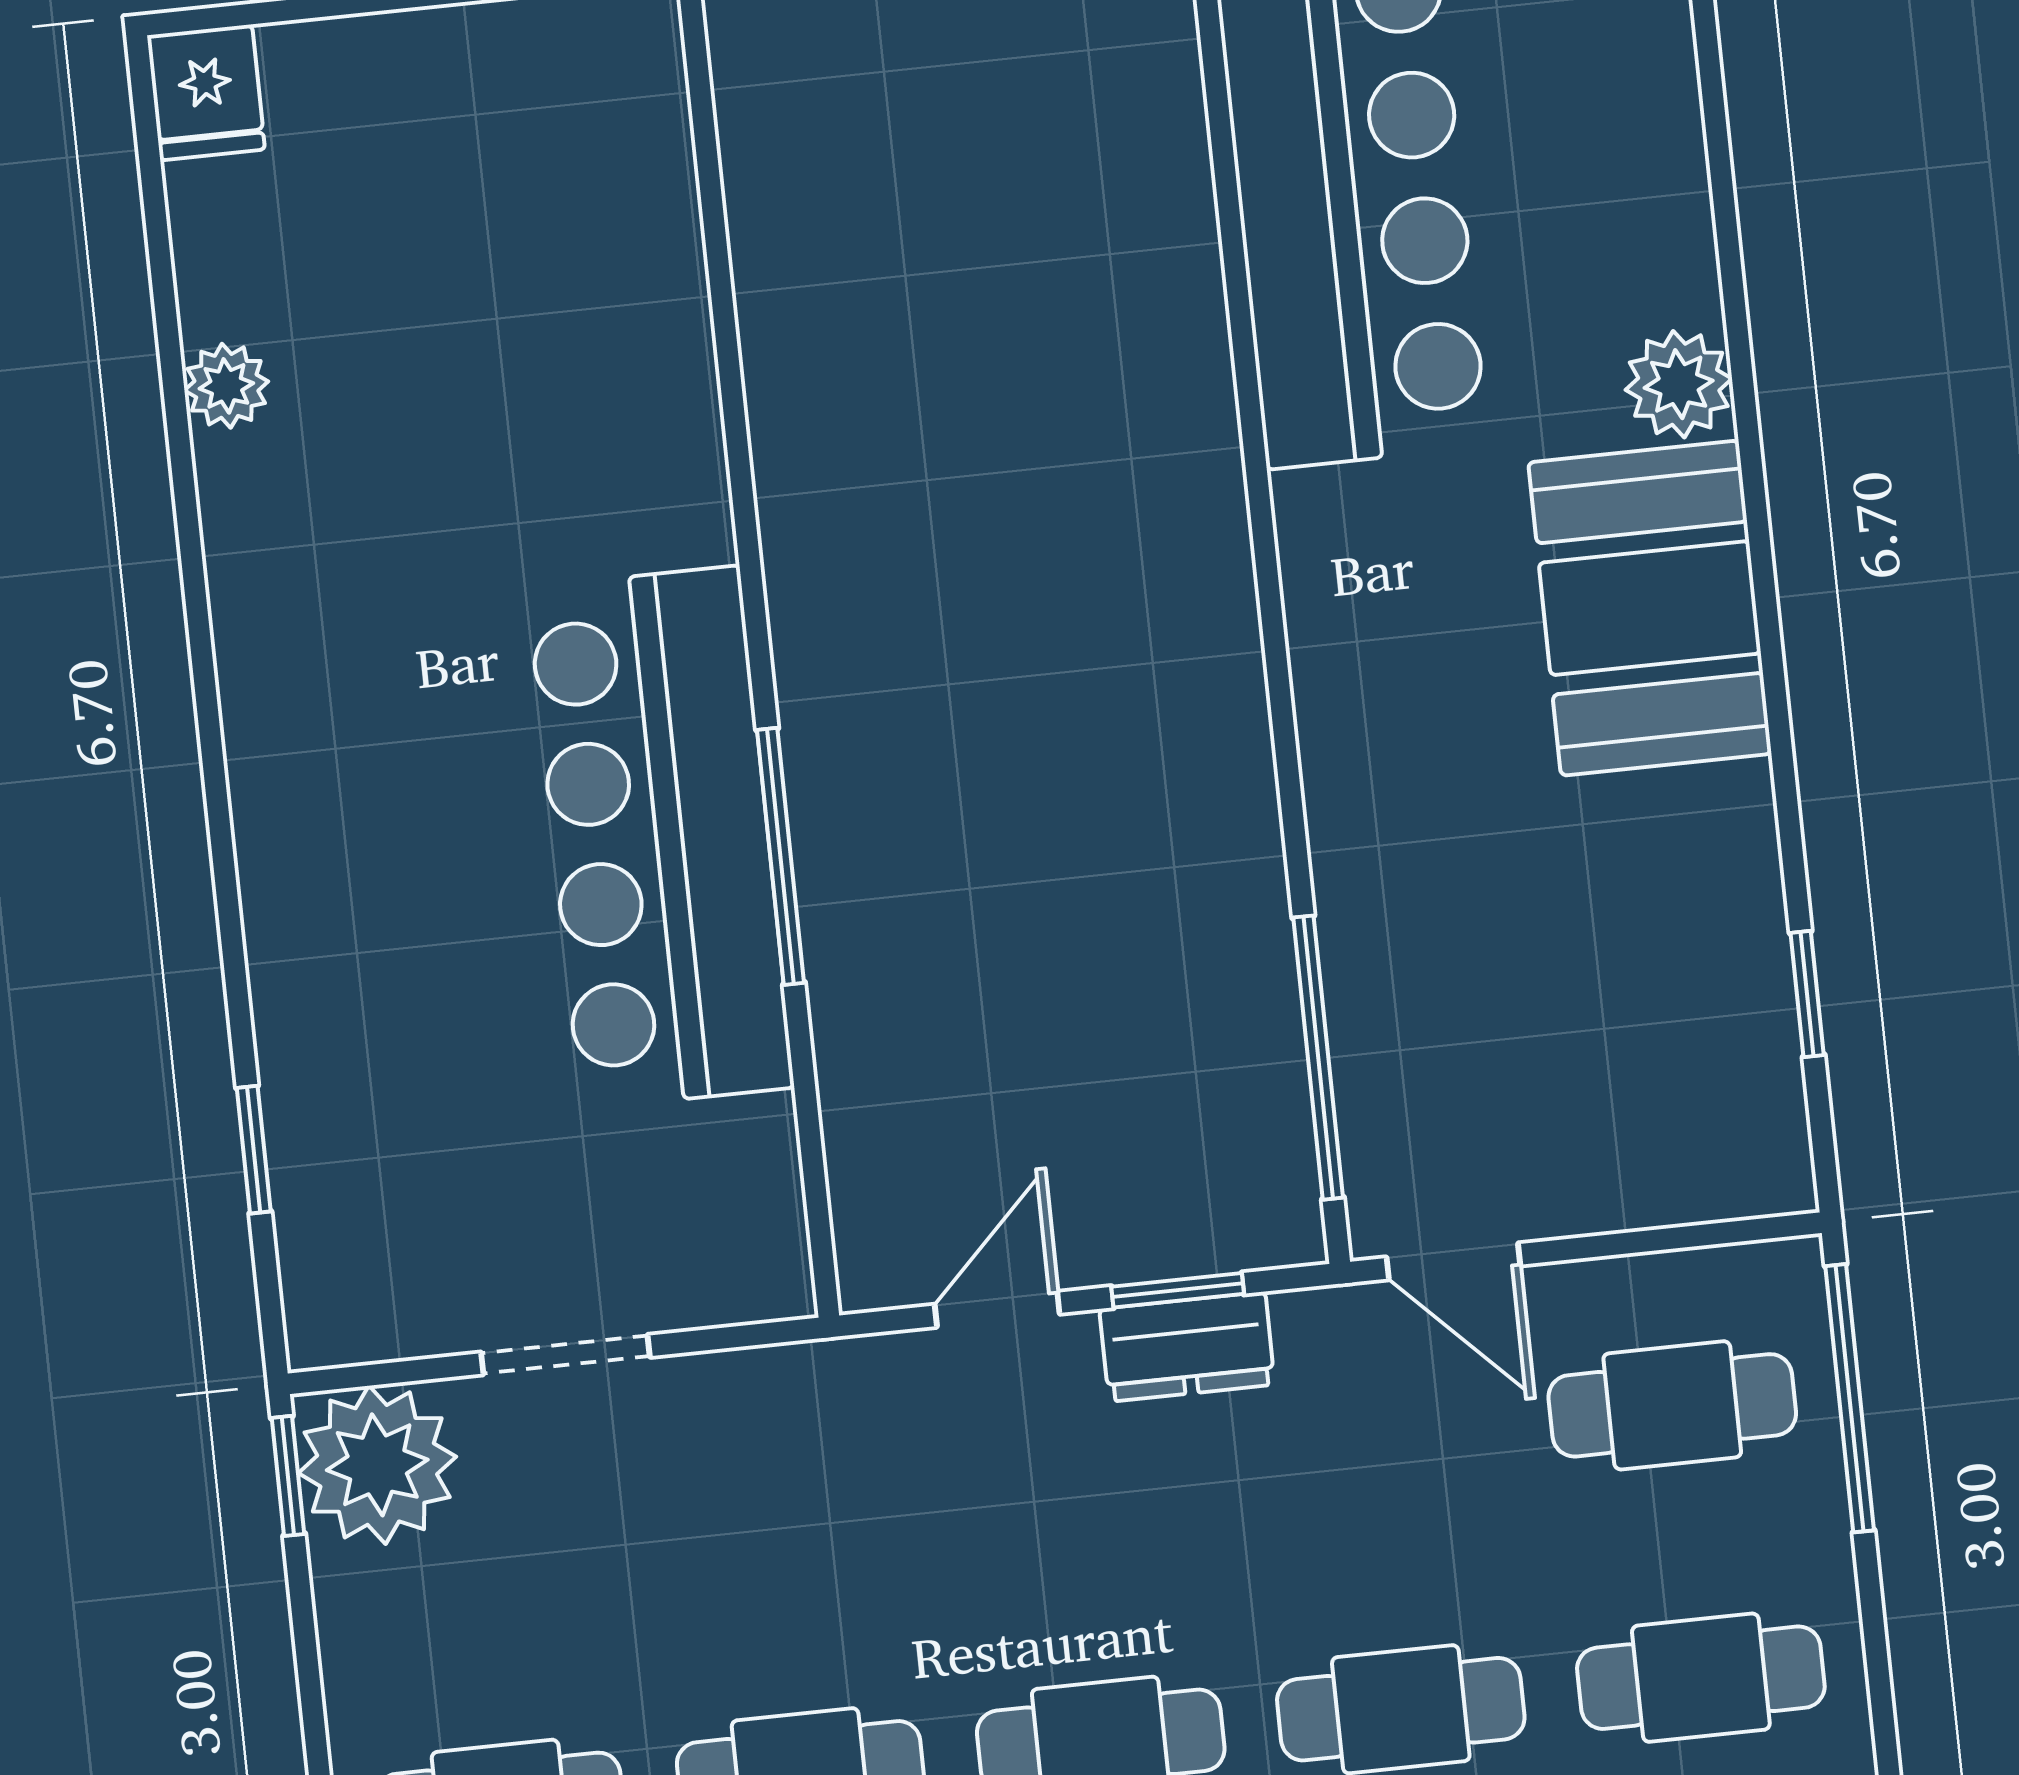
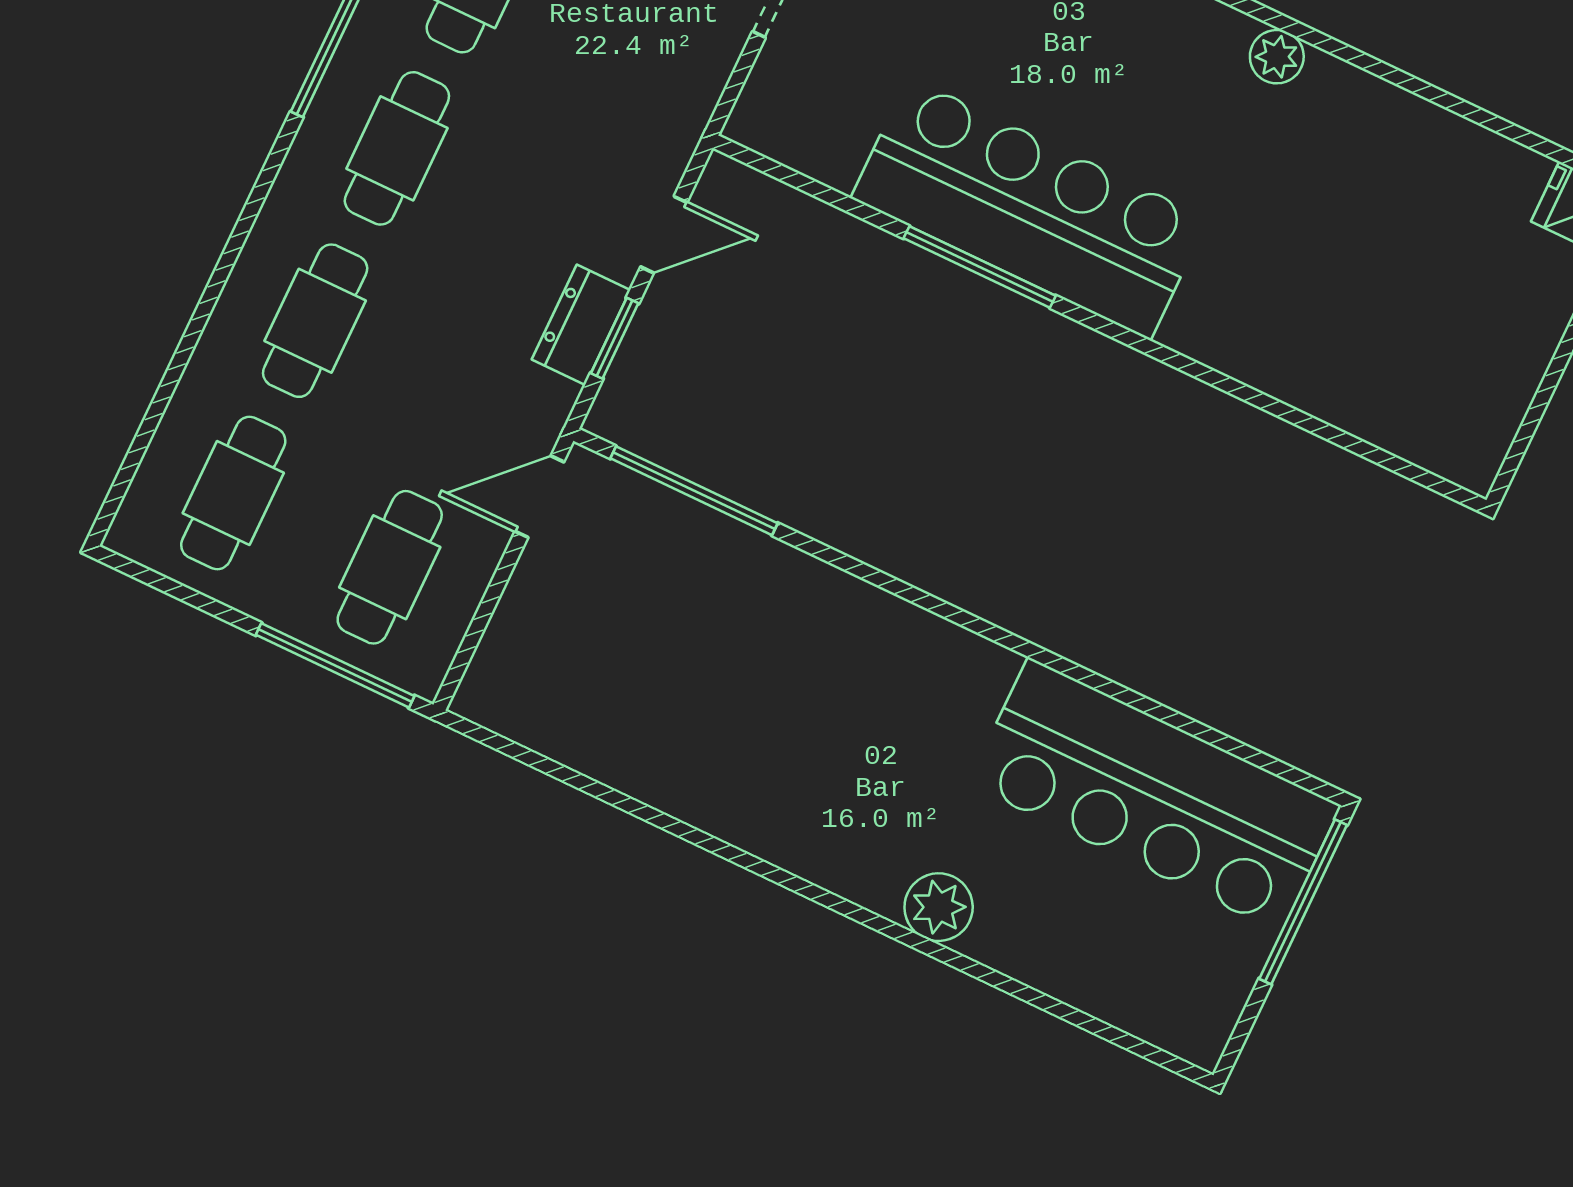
plant: (226, 386) -> (1277, 57), moved
booth: (1650, 608) -> (827, 818), removed
window: (1807, 994) -> (567, 776), removed
door: (997, 1309) -> (664, 235), hinge flipped

